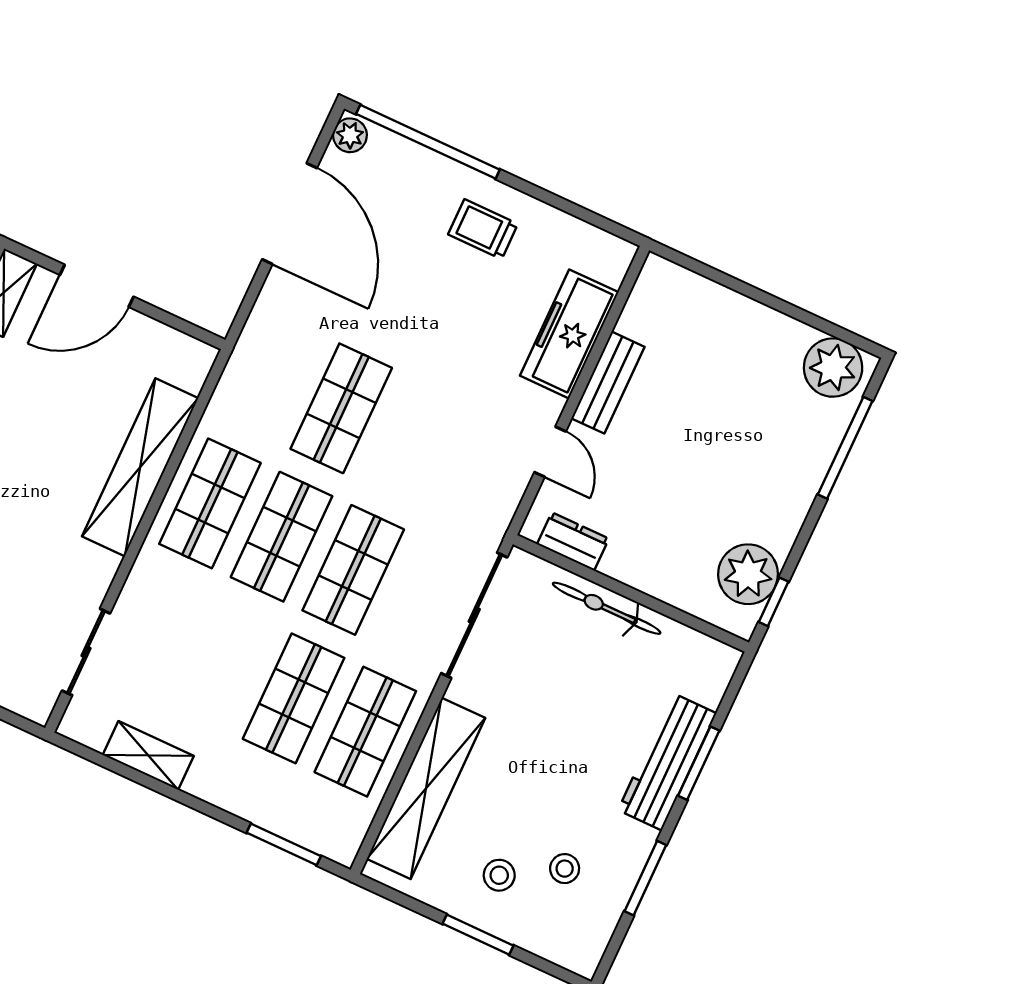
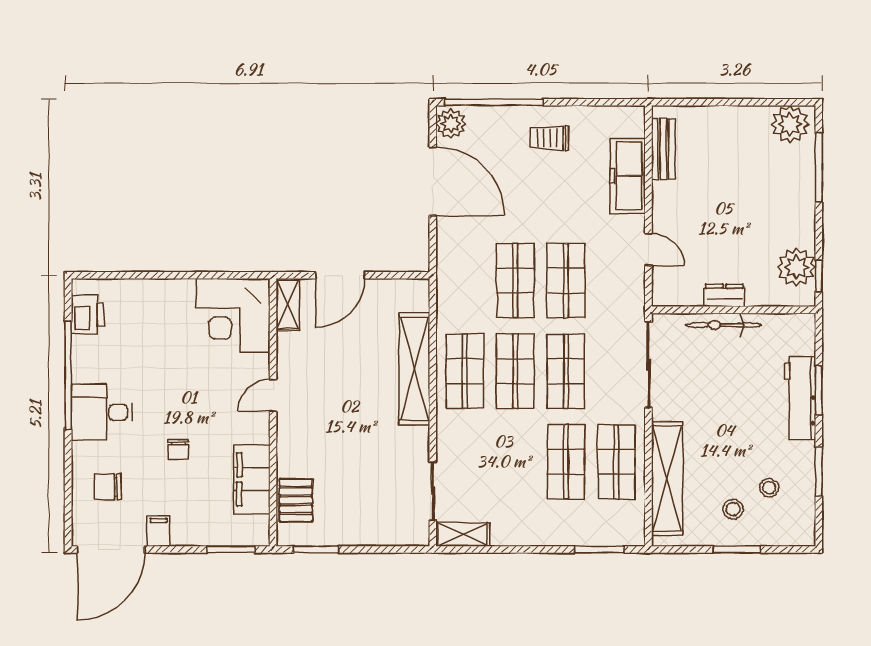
plant: (350, 135) -> (451, 124), width x1.38, depth x1.38
bench: (608, 383) -> (663, 149), moved
shop shelf: (413, 442) -> (566, 281), added
dresser: (573, 541) -> (724, 295), moved
shelving: (148, 755) -> (463, 534), moved

